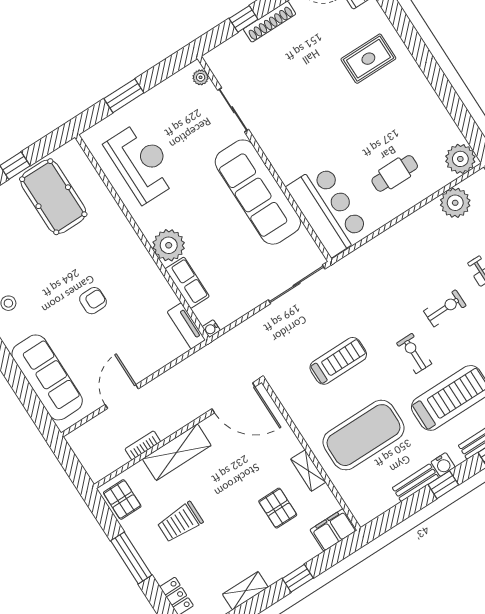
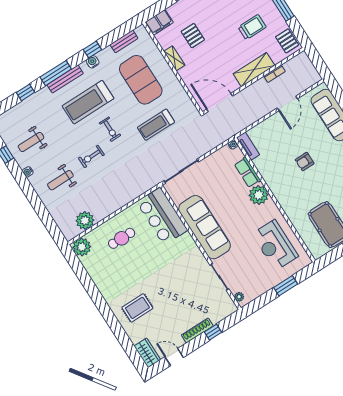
exercise mat: (363, 435) -> (141, 80), turned 90
bench: (415, 483) -> (124, 41), moved

